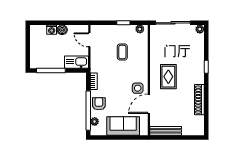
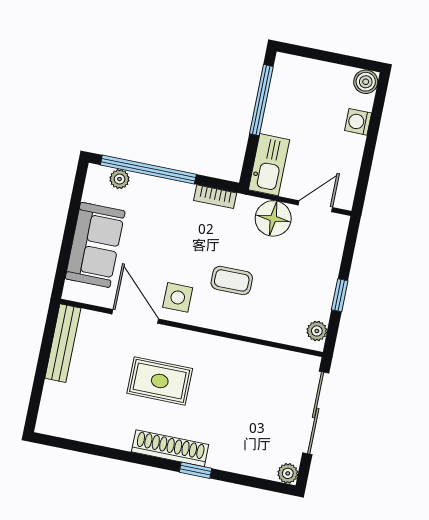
boiler: (62, 30) -> (366, 82), moved
coffee table: (122, 52) -> (232, 280), moved
floor lamp: (98, 56) -> (273, 218), added
rug: (168, 77) -> (160, 381), moved
shoe rack: (199, 100) -> (170, 448), moved
armchair: (99, 104) -> (160, 198), removed

